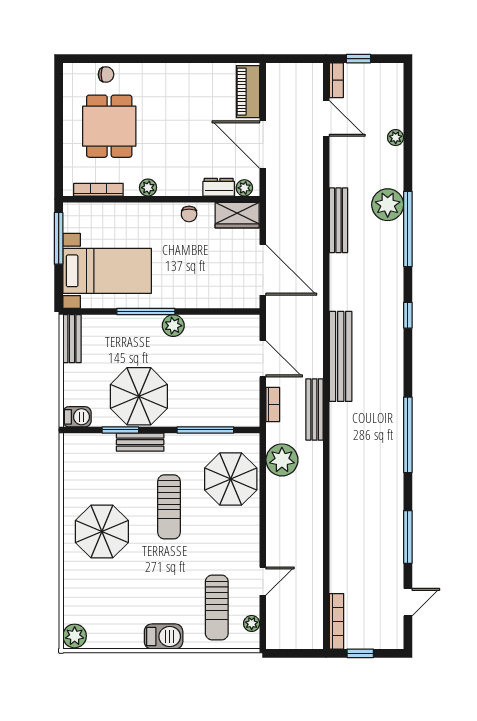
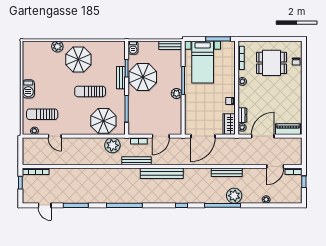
plant: (75, 636) -> (57, 46), moved

